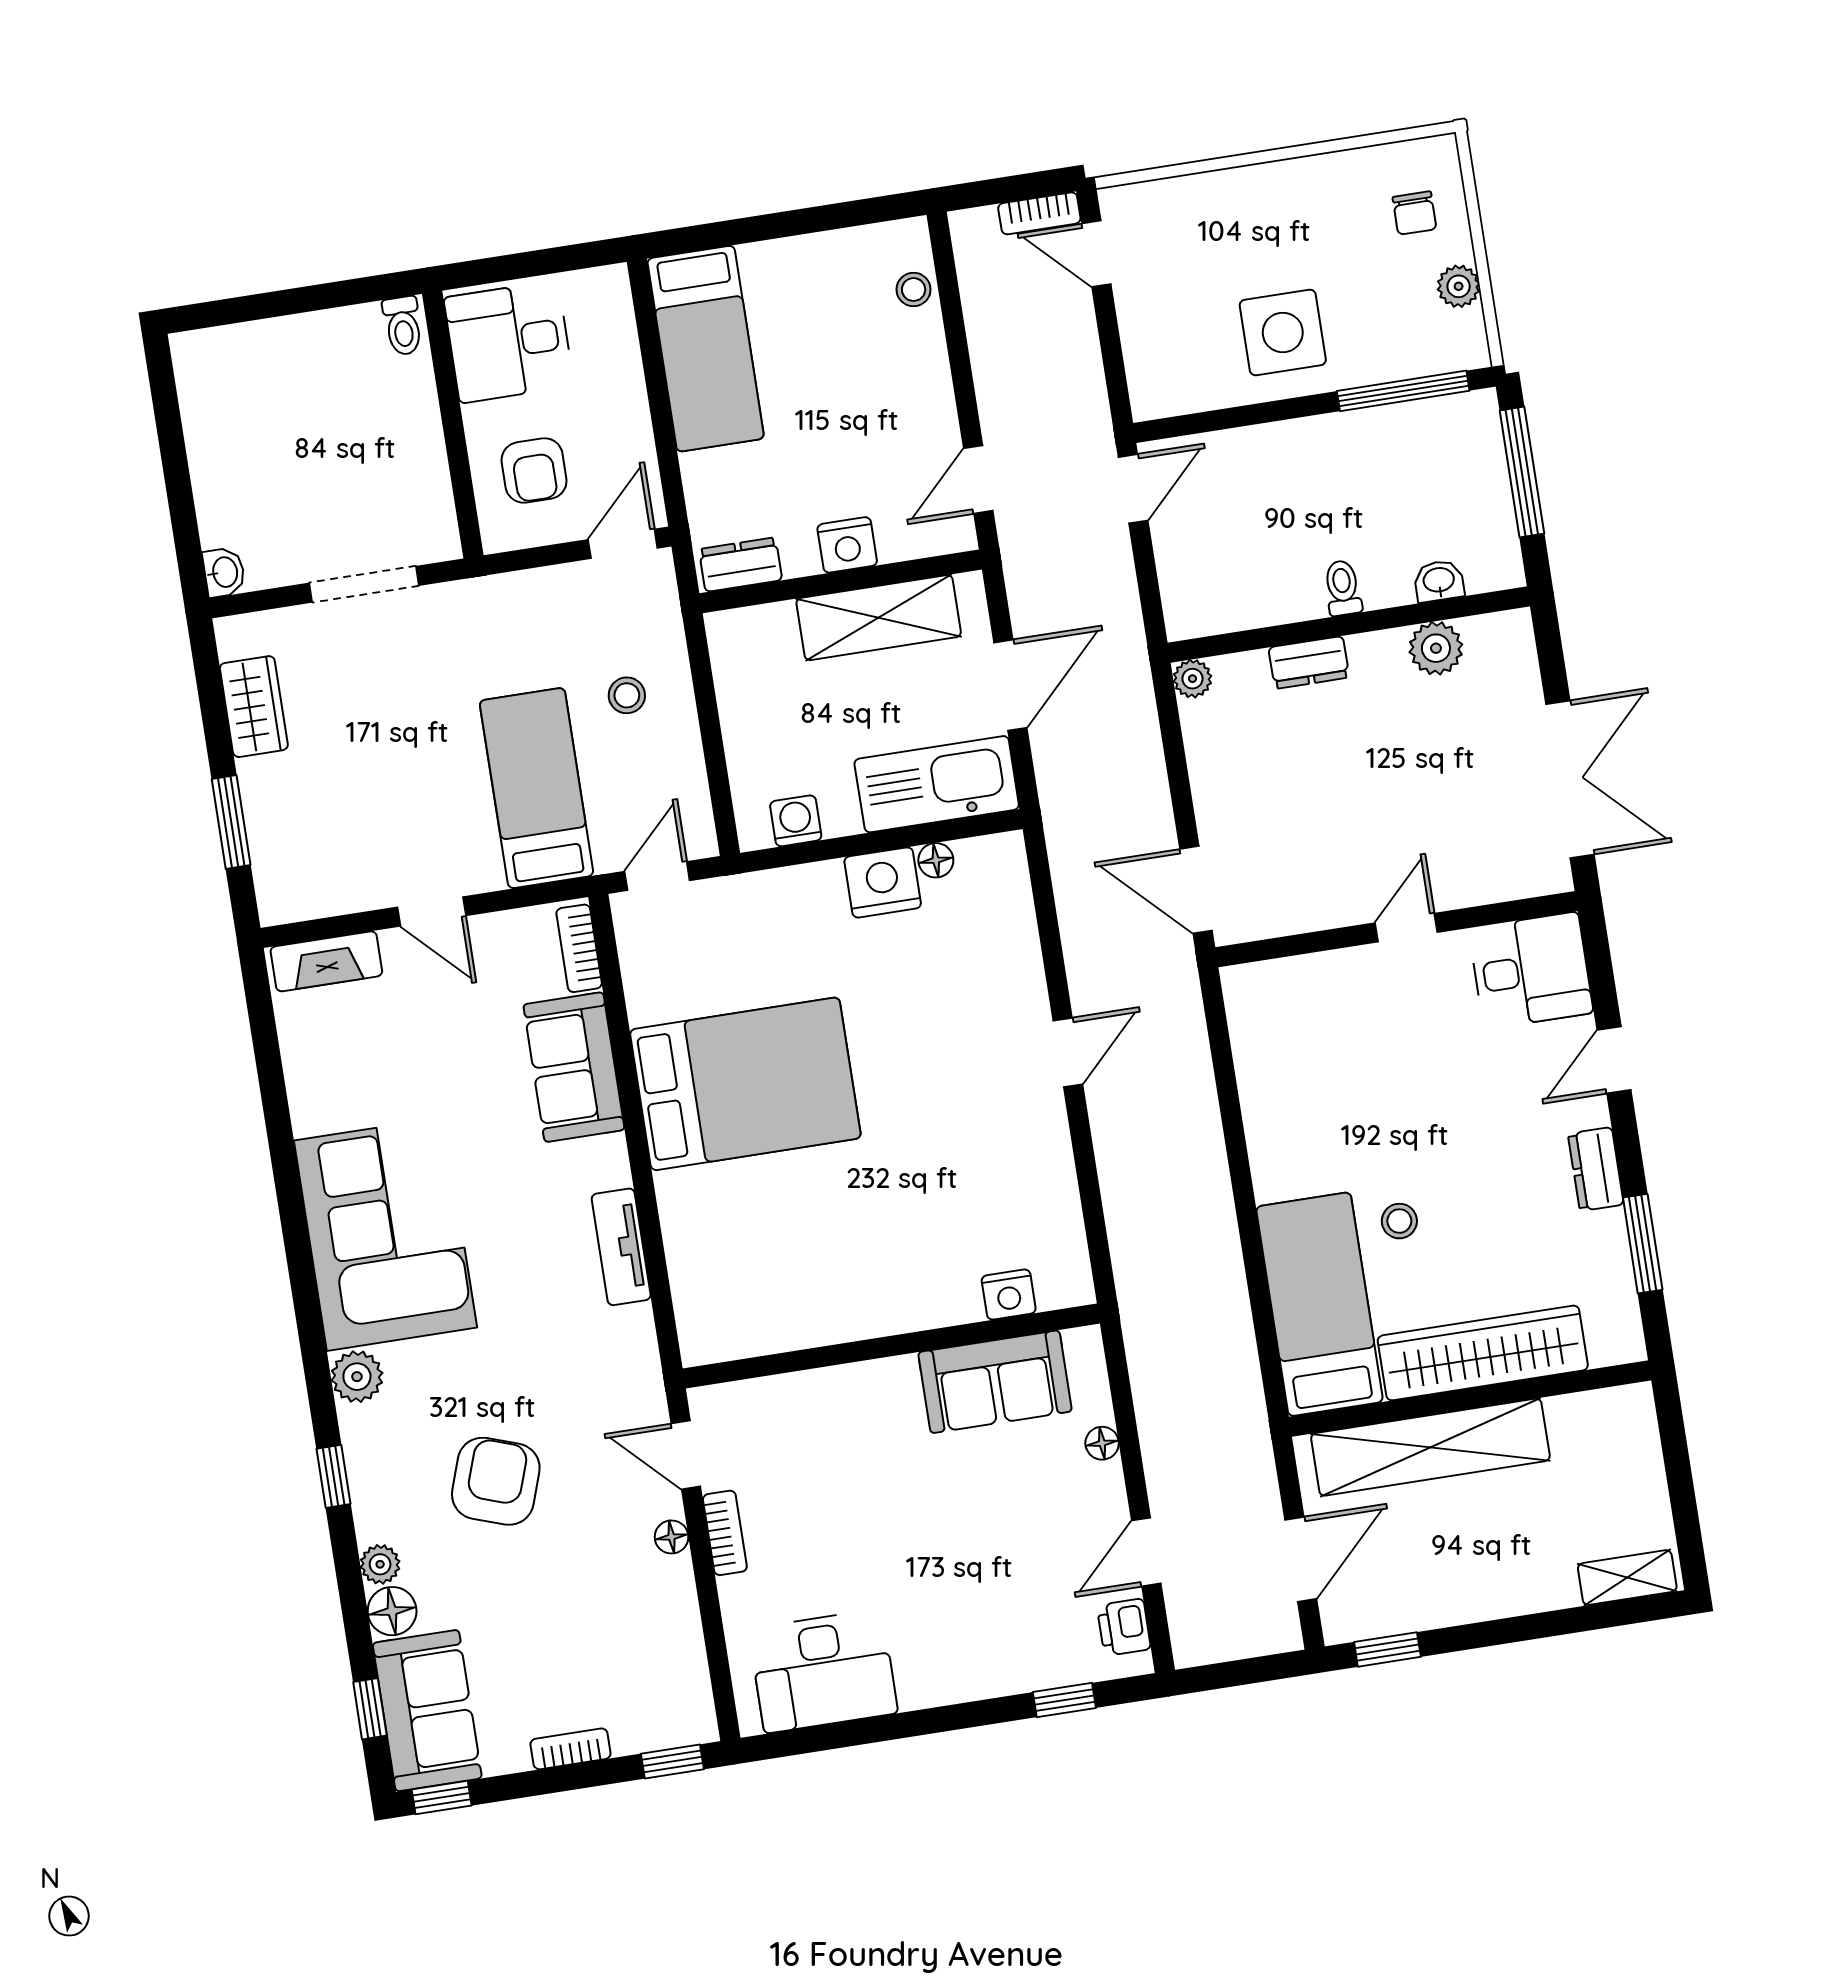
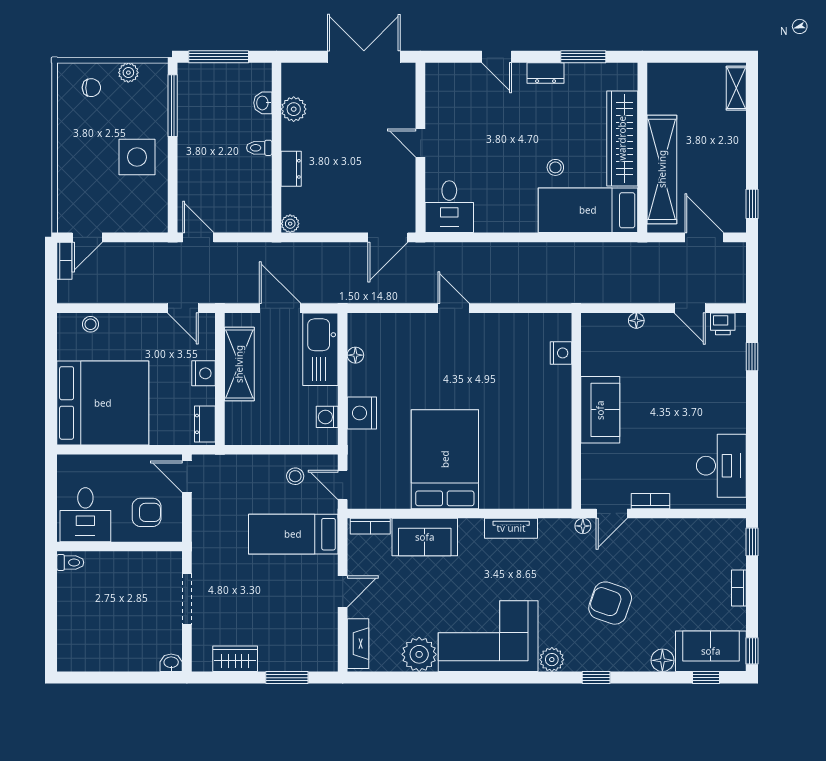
bed: (706, 349) -> (103, 403), width x2.04
stool: (627, 695) -> (295, 476), moved
nightstand: (883, 882) -> (362, 413), moved
desk: (1531, 971) -> (449, 207), moved, turned 180
sofa: (995, 1382) -> (600, 410), moved
floor lamp: (672, 1537) -> (583, 526), moved
plant: (380, 1564) -> (419, 654), moved, width x1.88, depth x1.88

